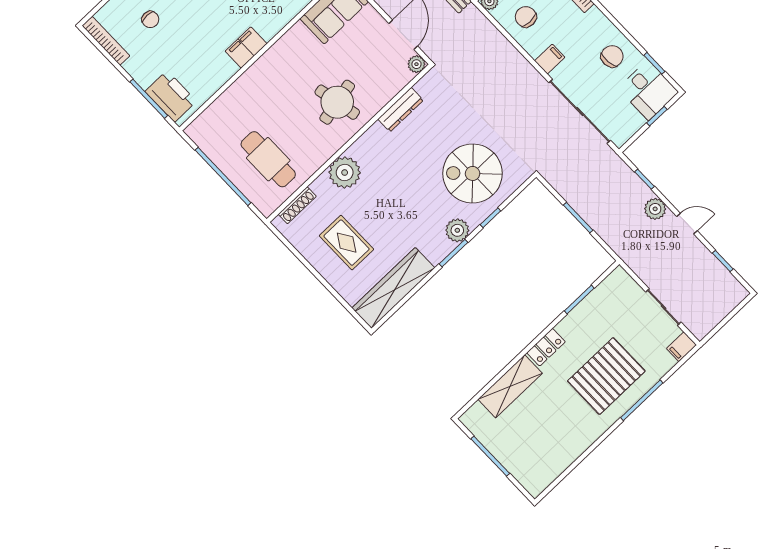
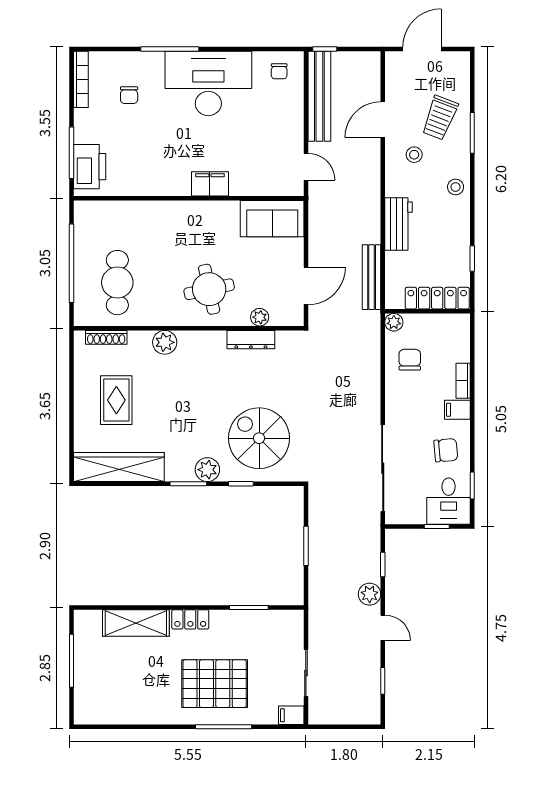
filing cabinet: (246, 47) -> (210, 184), moved
filing cabinet: (550, 59) -> (457, 410), moved, turned 180
plant: (416, 64) -> (260, 317), moved
plant: (345, 173) -> (165, 342), width x0.73, depth x0.73

